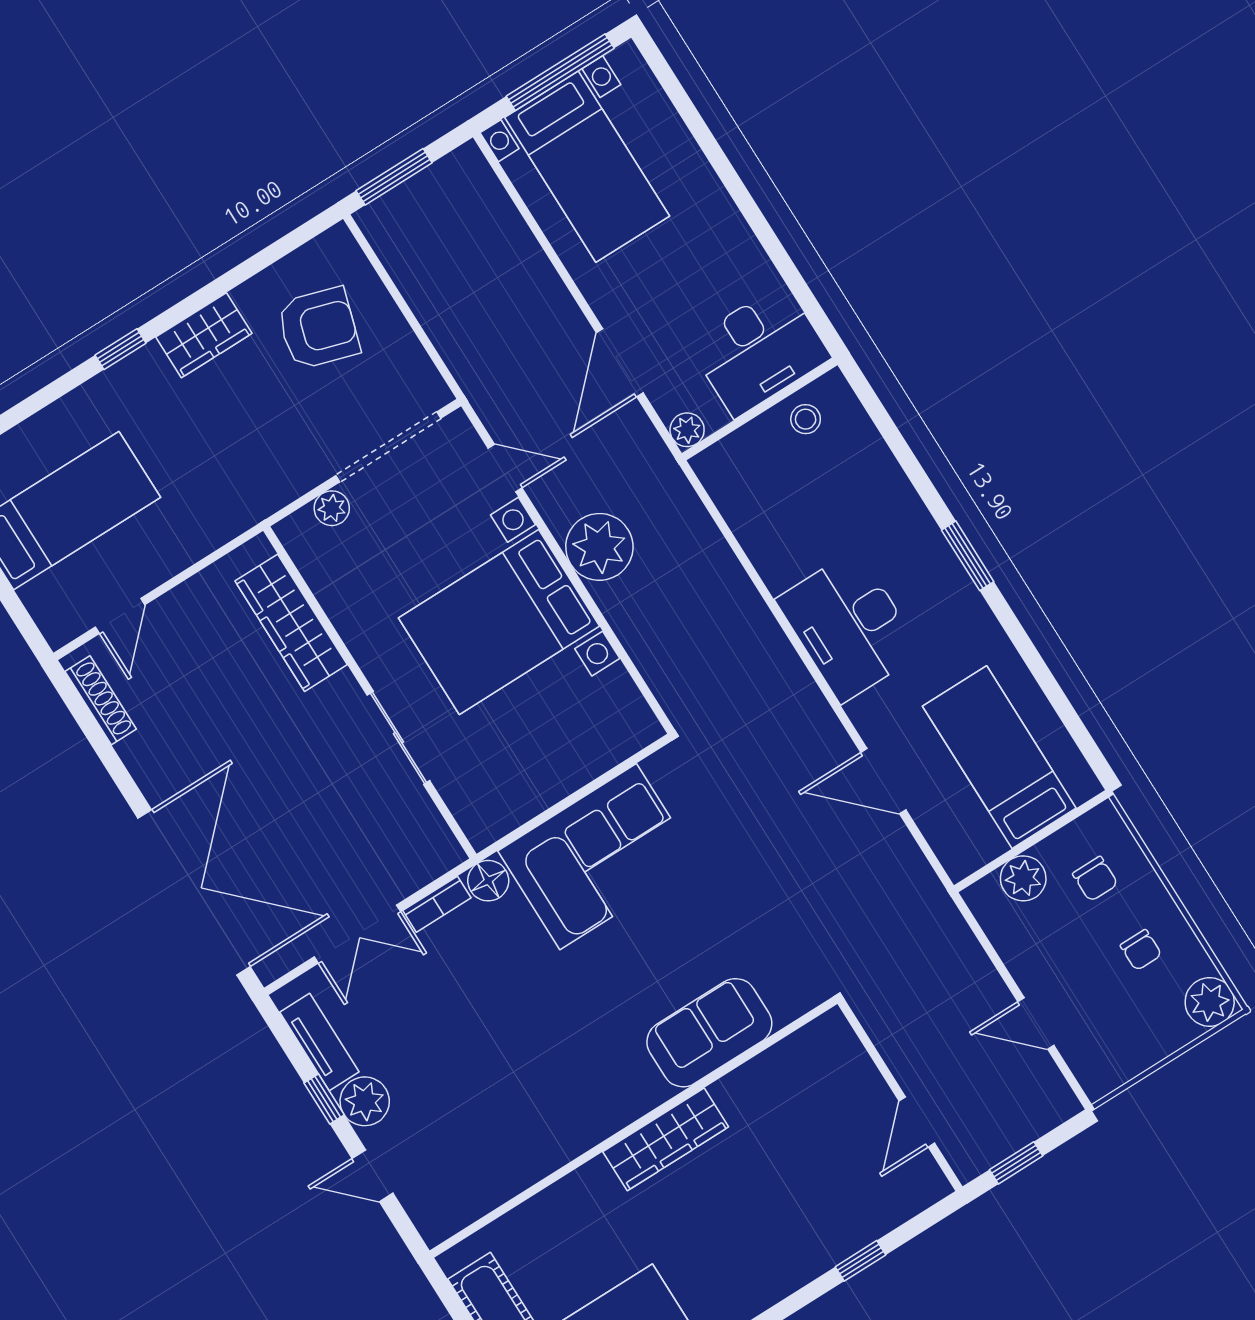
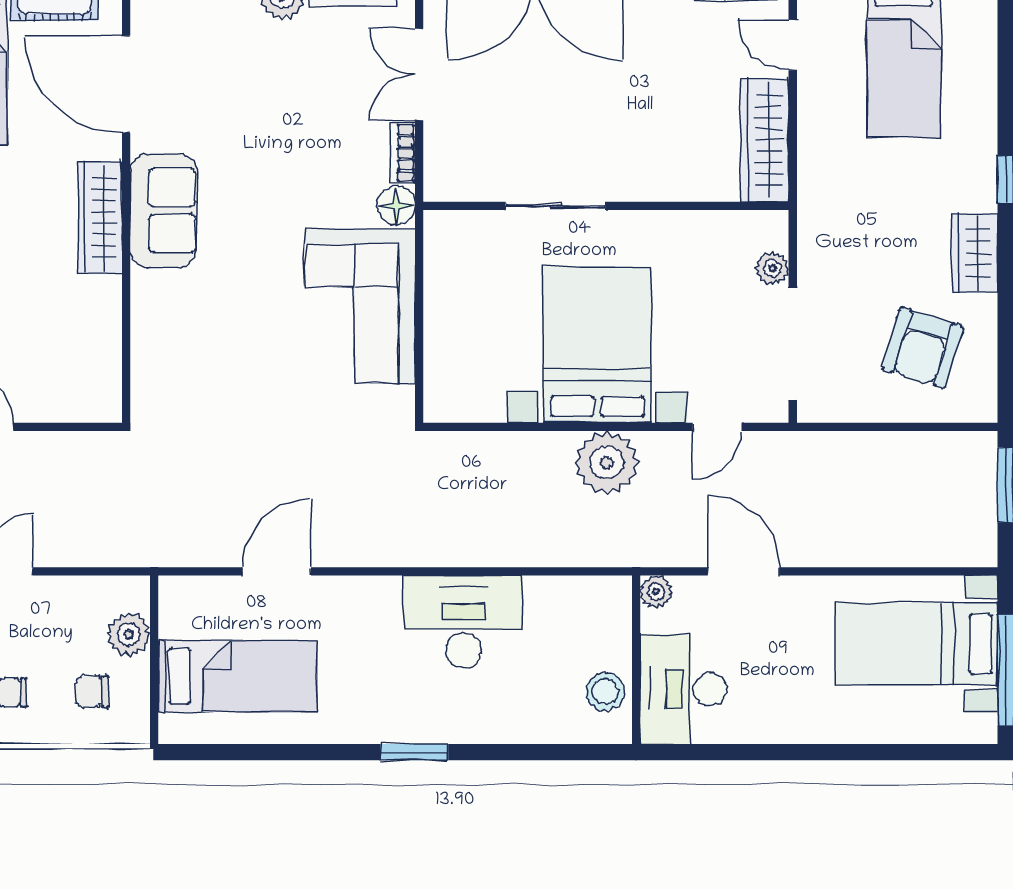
stool: (806, 419) -> (605, 691), width x1.37, depth x1.37
wardrobe: (291, 623) -> (765, 140), moved, turned -90
desk: (849, 626) -> (463, 622), moved
sofa: (709, 1033) -> (163, 210), moved
door: (532, 1191) -> (126, 84), added

